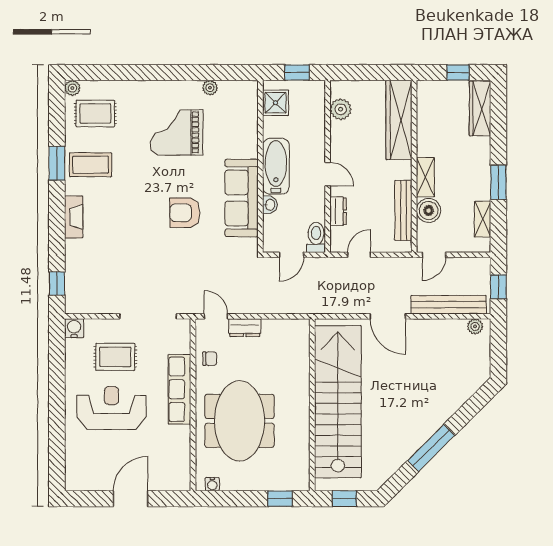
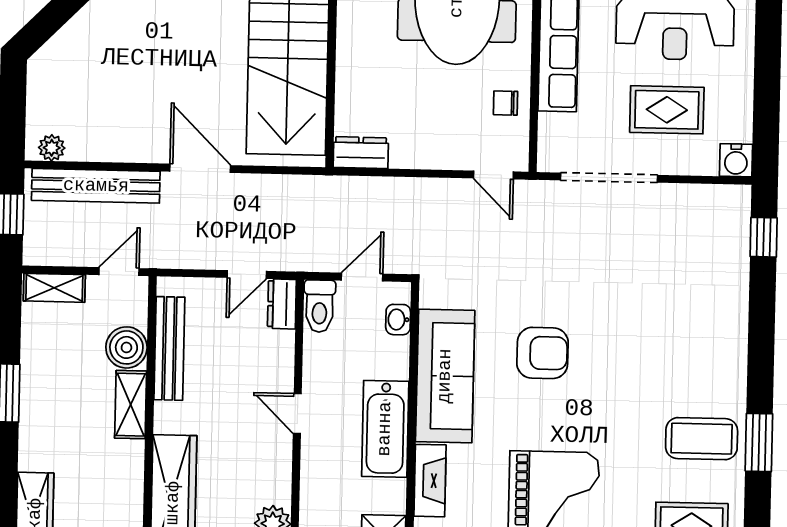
washbasin: (270, 205) -> (398, 320), moved
dresser: (338, 211) -> (282, 304), moved
fireplace: (74, 217) -> (430, 481), moved, turned 180
shelving: (483, 219) -> (54, 288), moved, turned 90
dresser: (245, 328) -> (361, 153), moved

